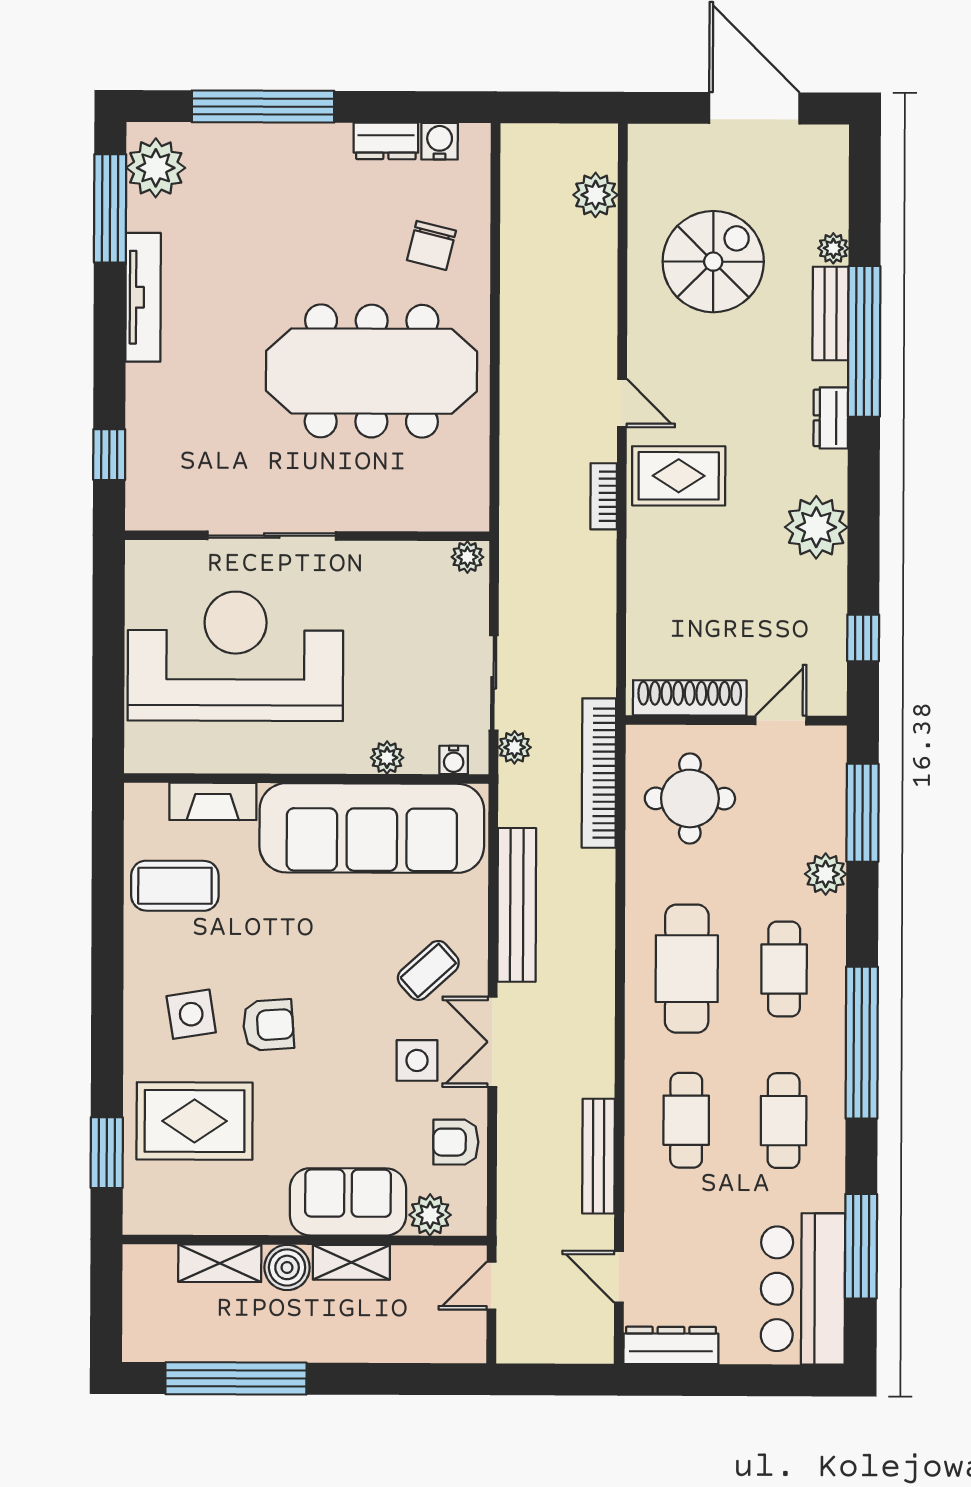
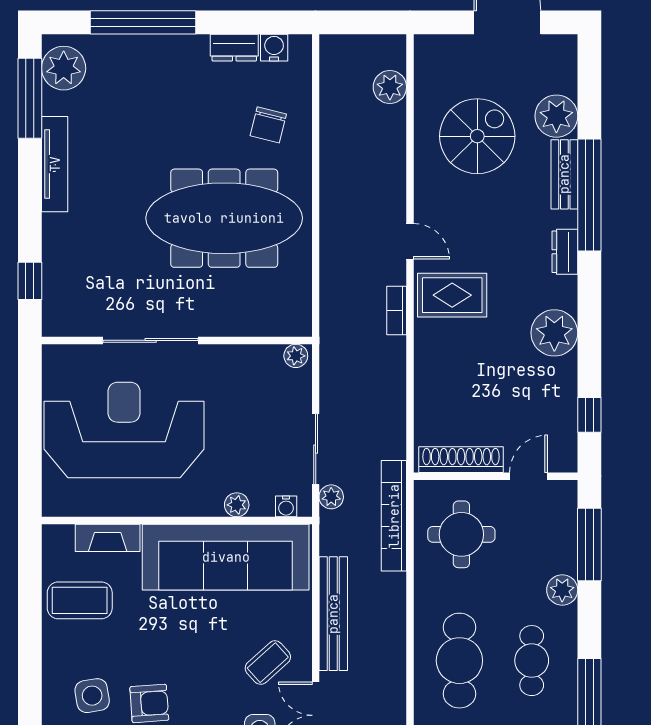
plant: (833, 248) -> (556, 116), width x1.88, depth x1.88

